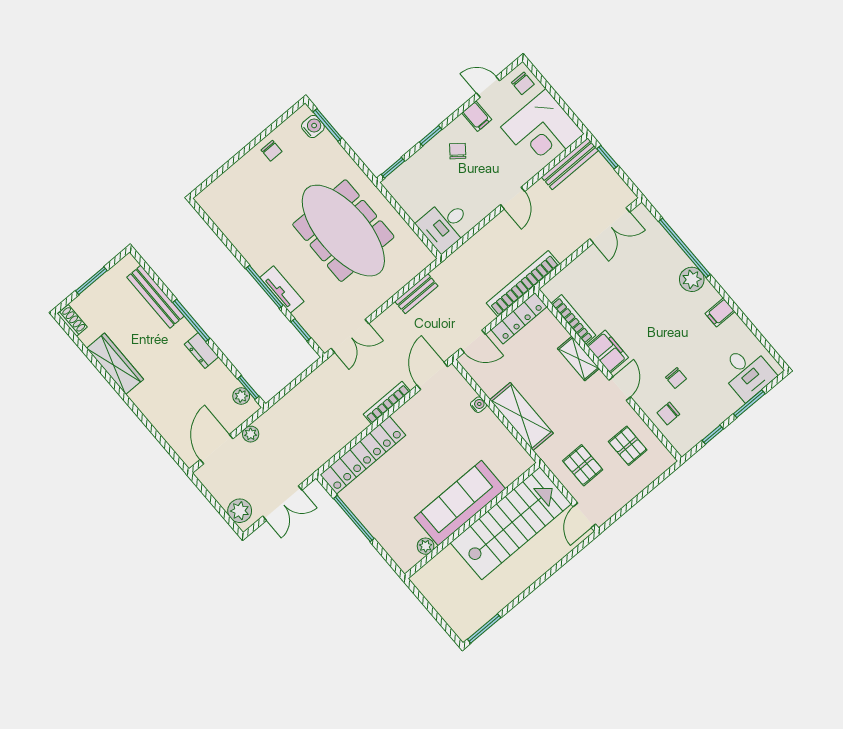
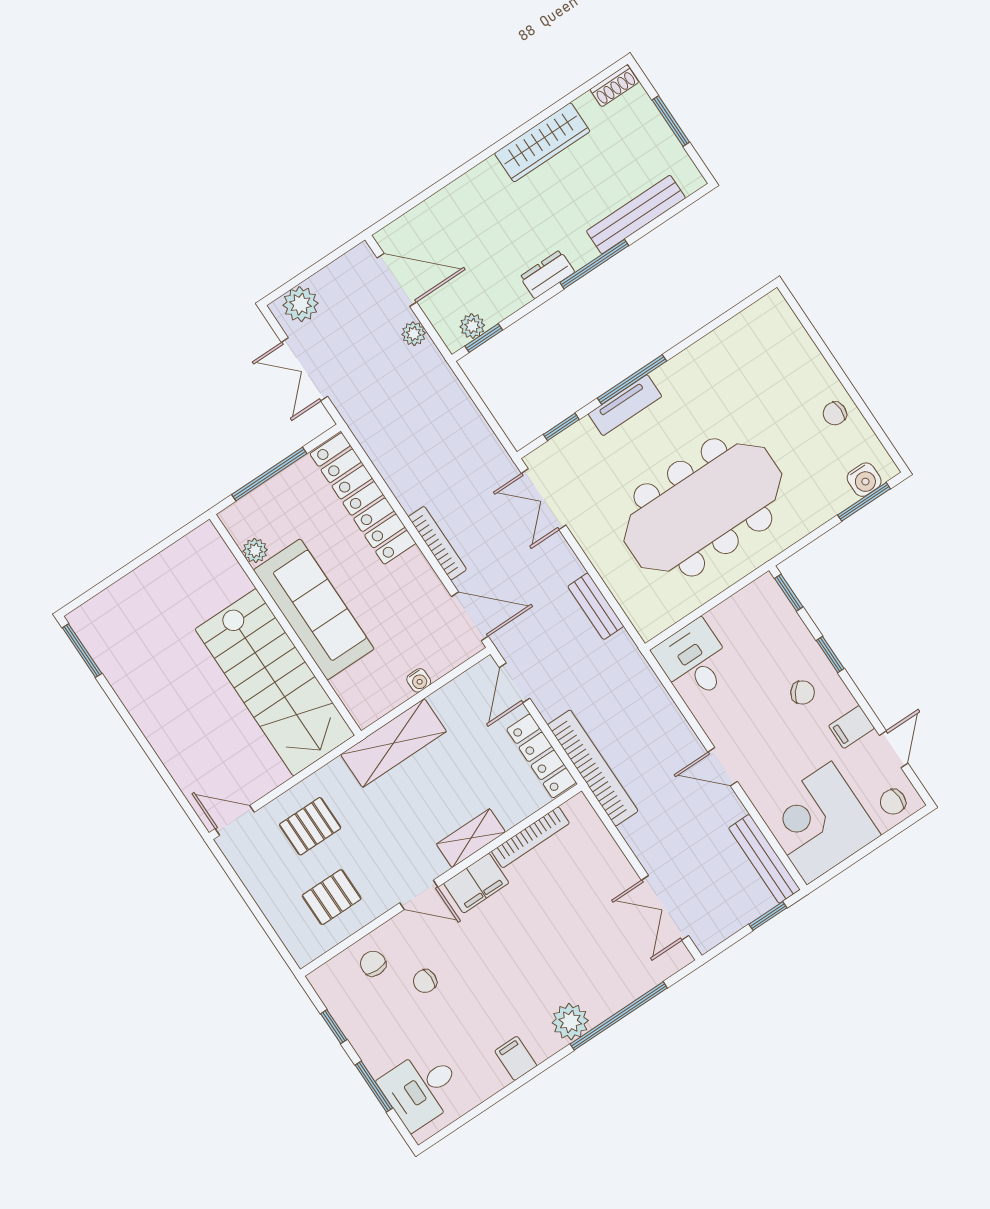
sofa: (460, 503) -> (314, 609), moved
wall: (472, 521) -> (285, 625), moved
stairs: (511, 523) -> (275, 682), moved
plant: (426, 546) -> (255, 550), moved

